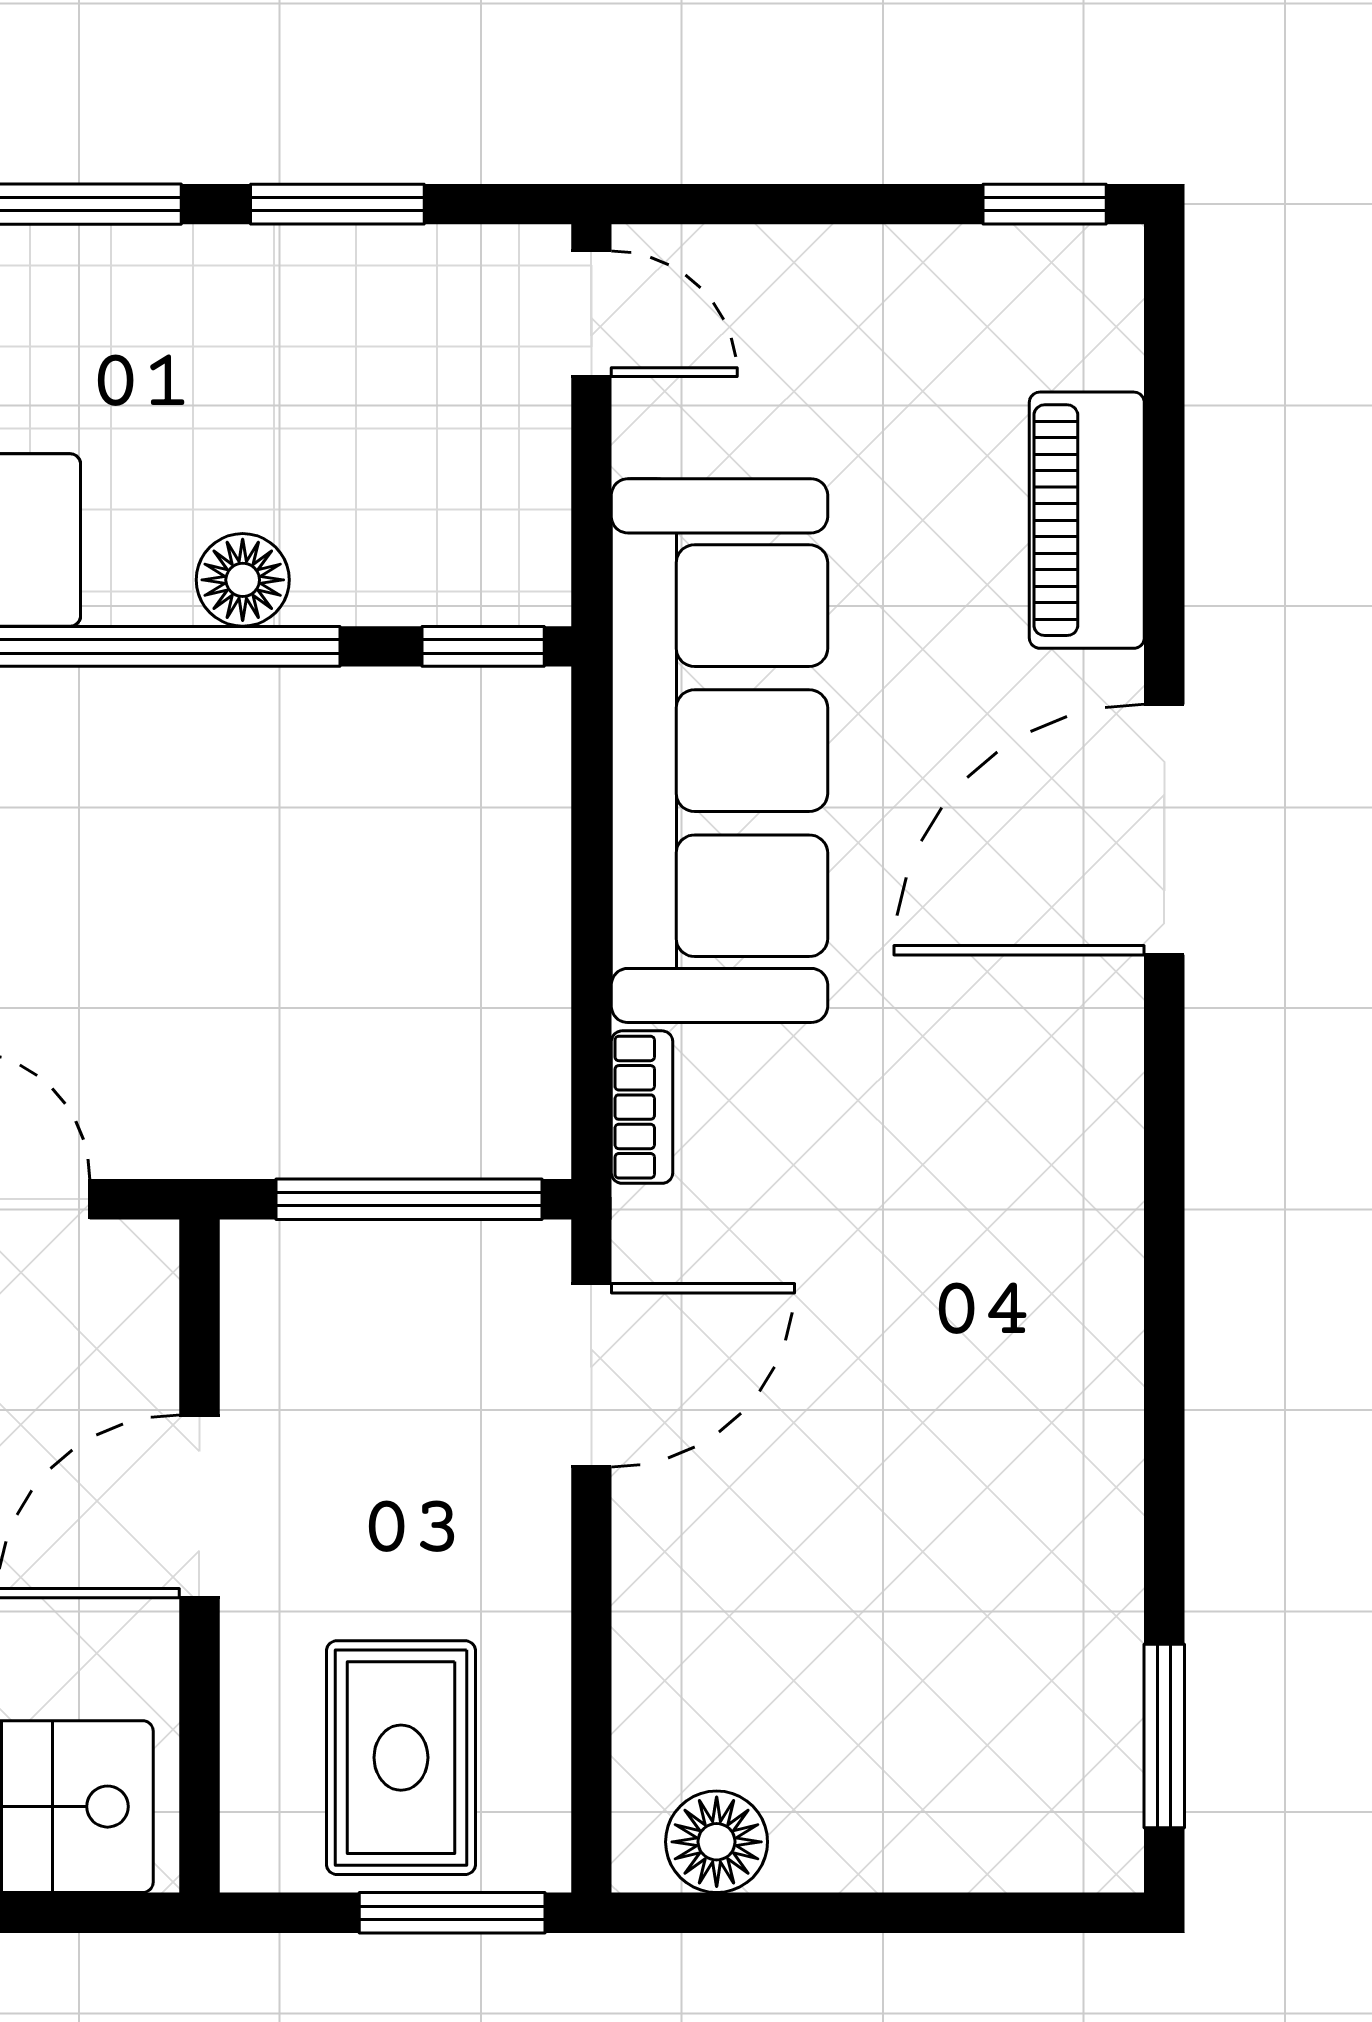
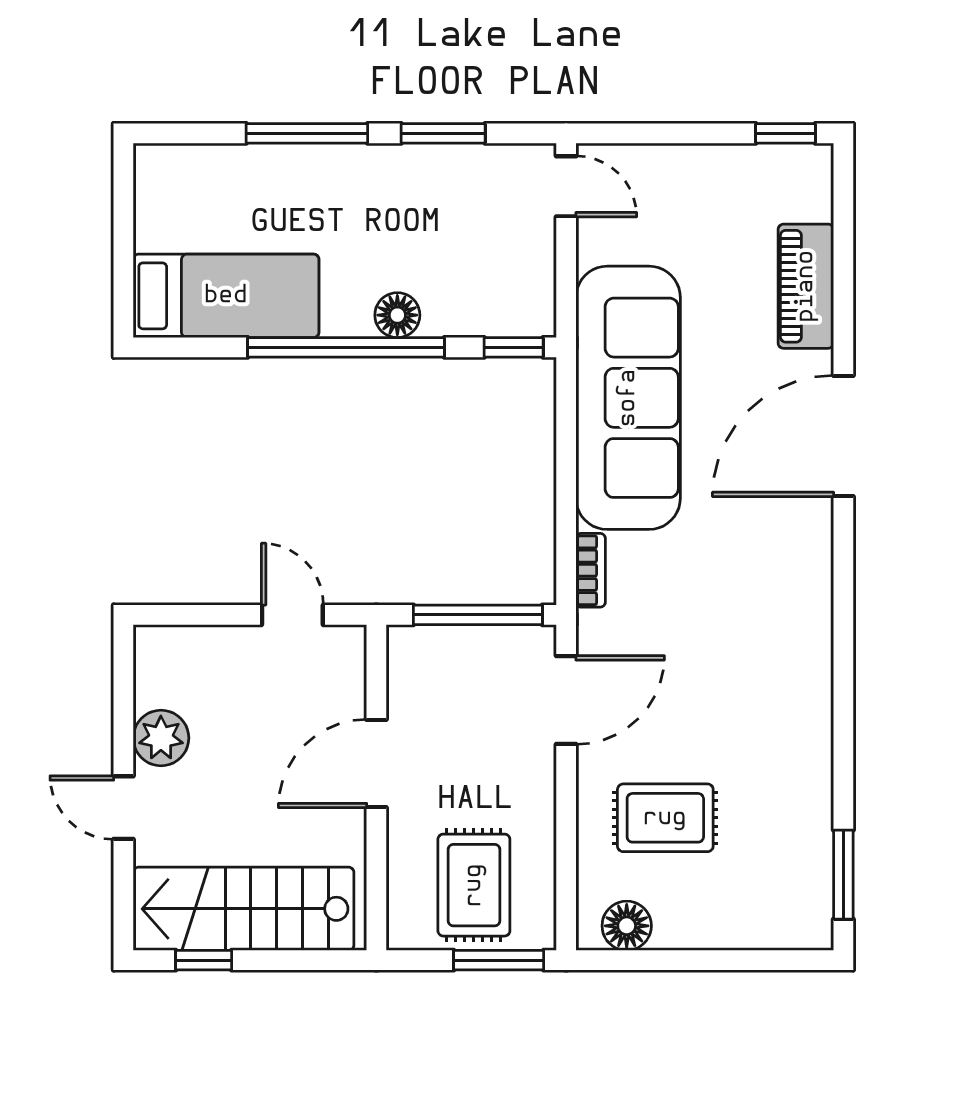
rug: (796, 1619) -> (665, 818), added

